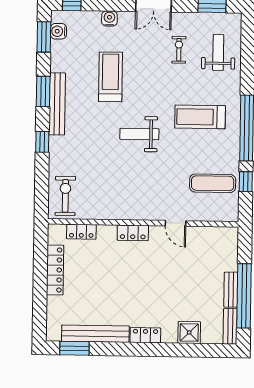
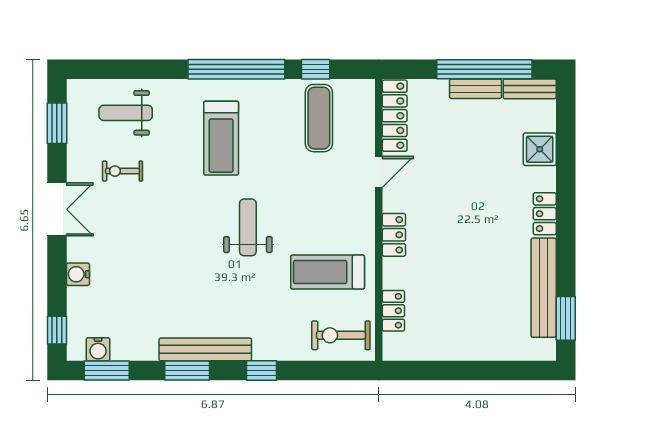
treadmill: (110, 77) -> (328, 272), moved
weight bench: (139, 134) -> (248, 227), turned 180
locker: (55, 270) -> (395, 116), moved, turned 90

